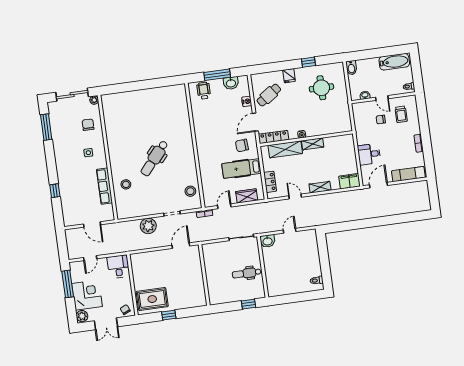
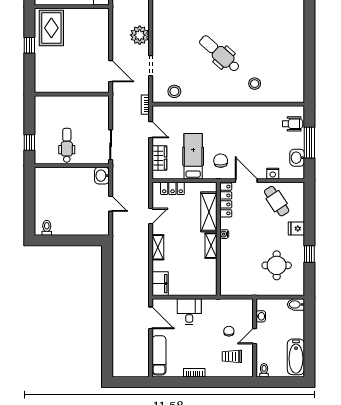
stool: (126, 184) -> (255, 84), moved

